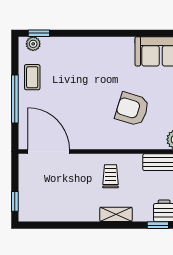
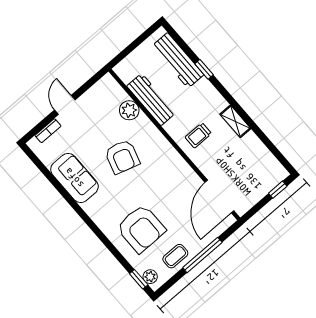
armchair: (77, 69) -> (141, 229), added
armchair: (132, 109) -> (122, 157), moved
shelving: (116, 214) -> (235, 121), moved

